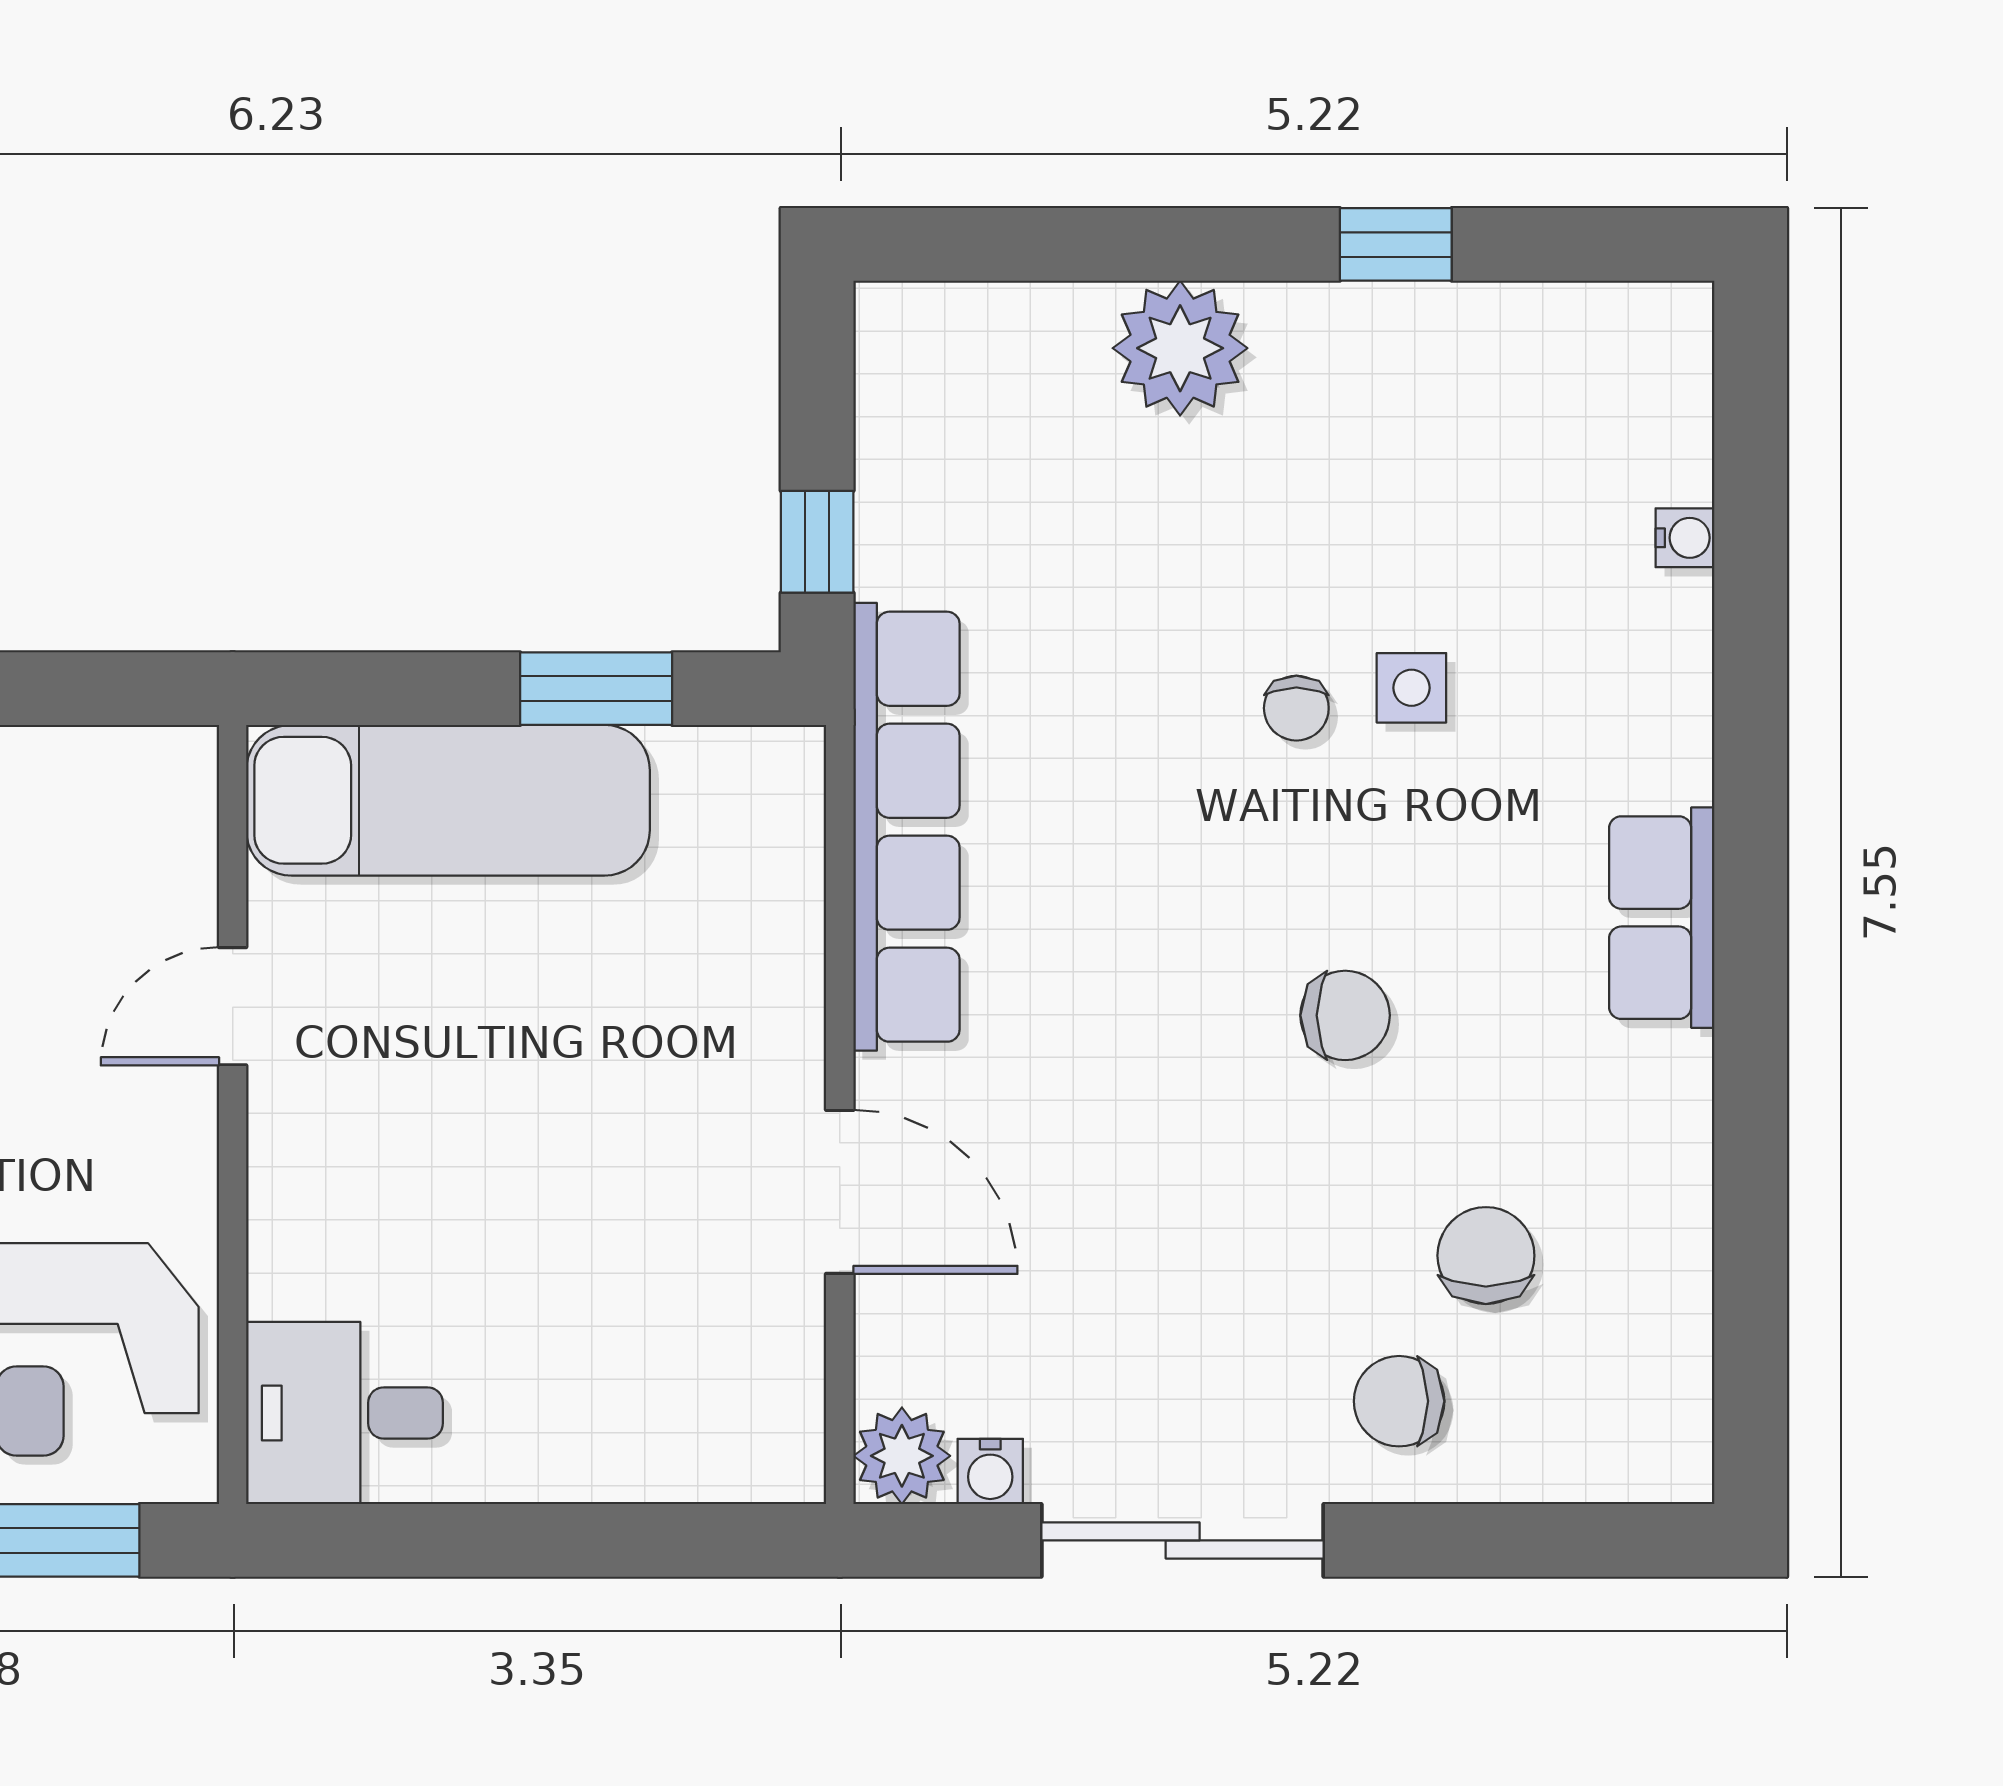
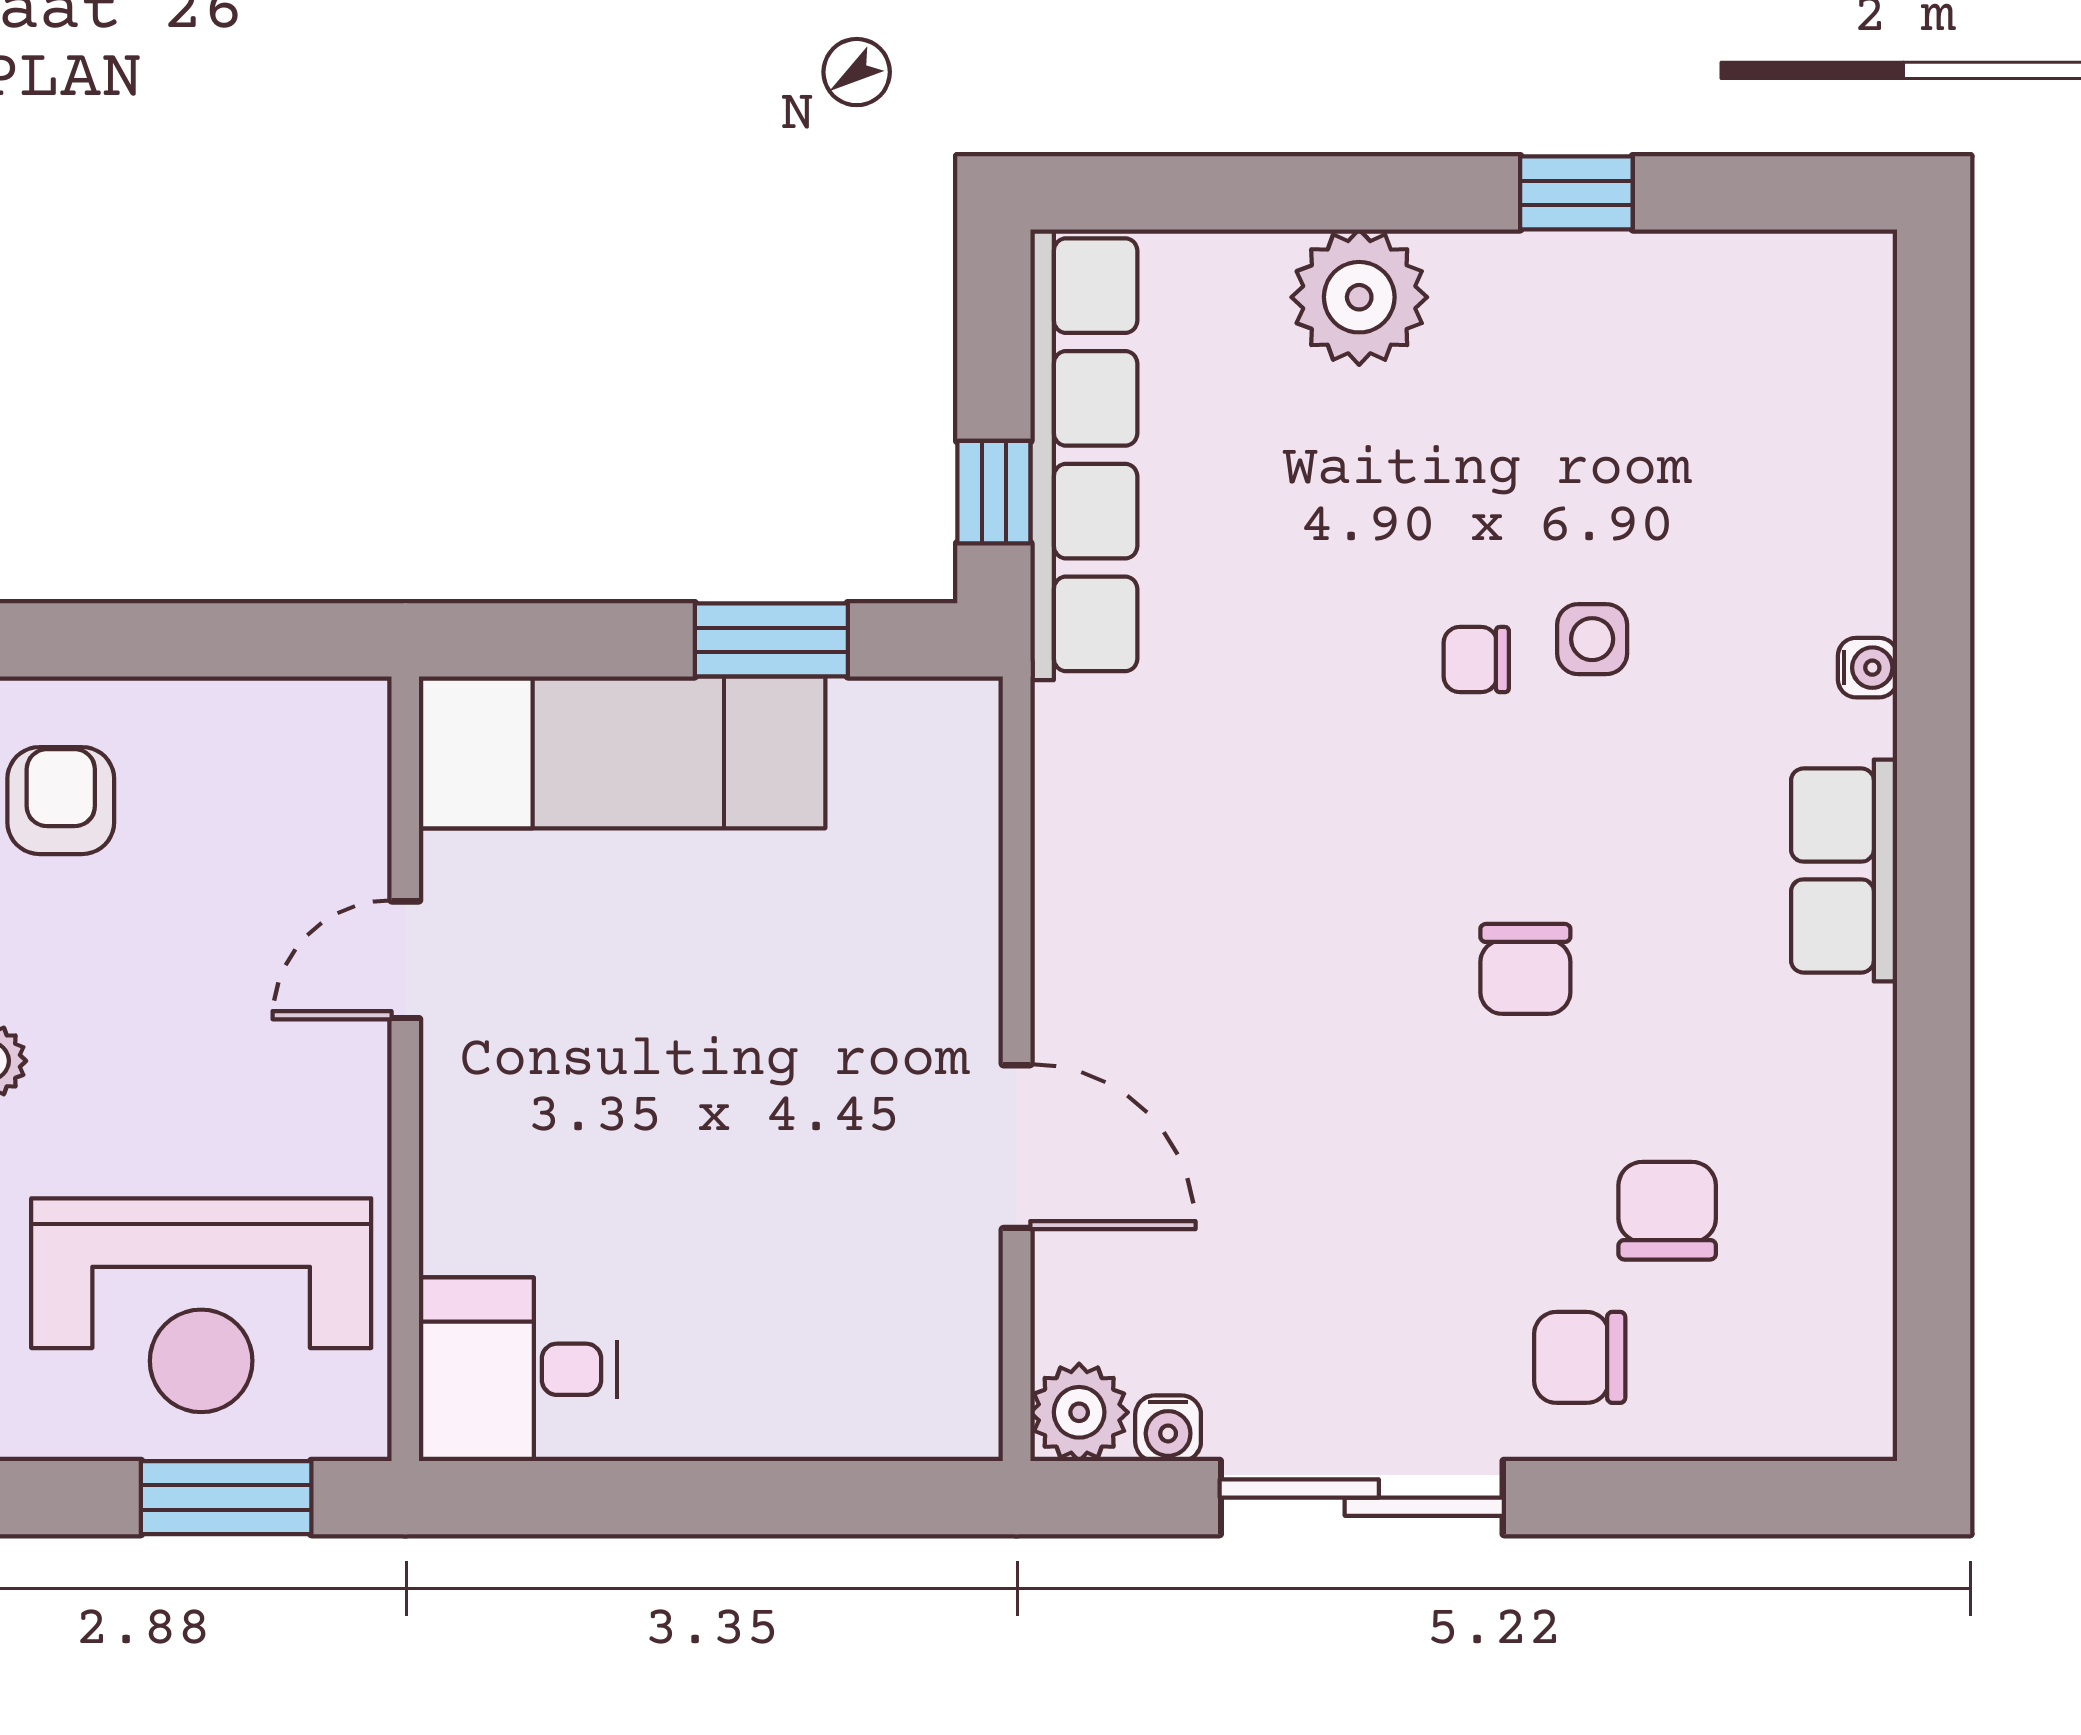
water cooler: (1685, 538) -> (1868, 668), moved
chair: (1296, 708) -> (1476, 660), turned 90
row of seats: (907, 827) -> (1084, 455), moved
chair: (1345, 1015) -> (1525, 969), turned 90

